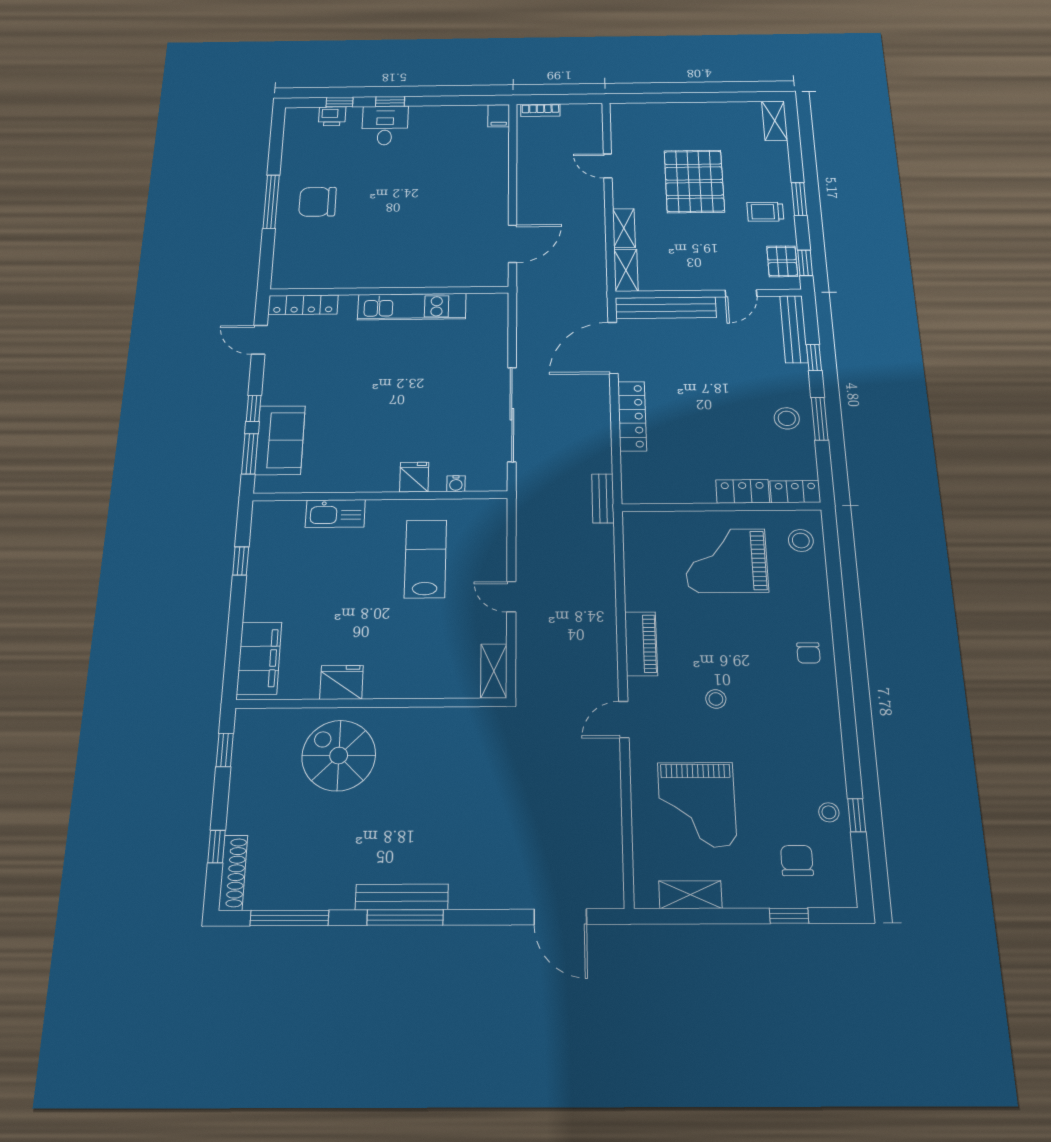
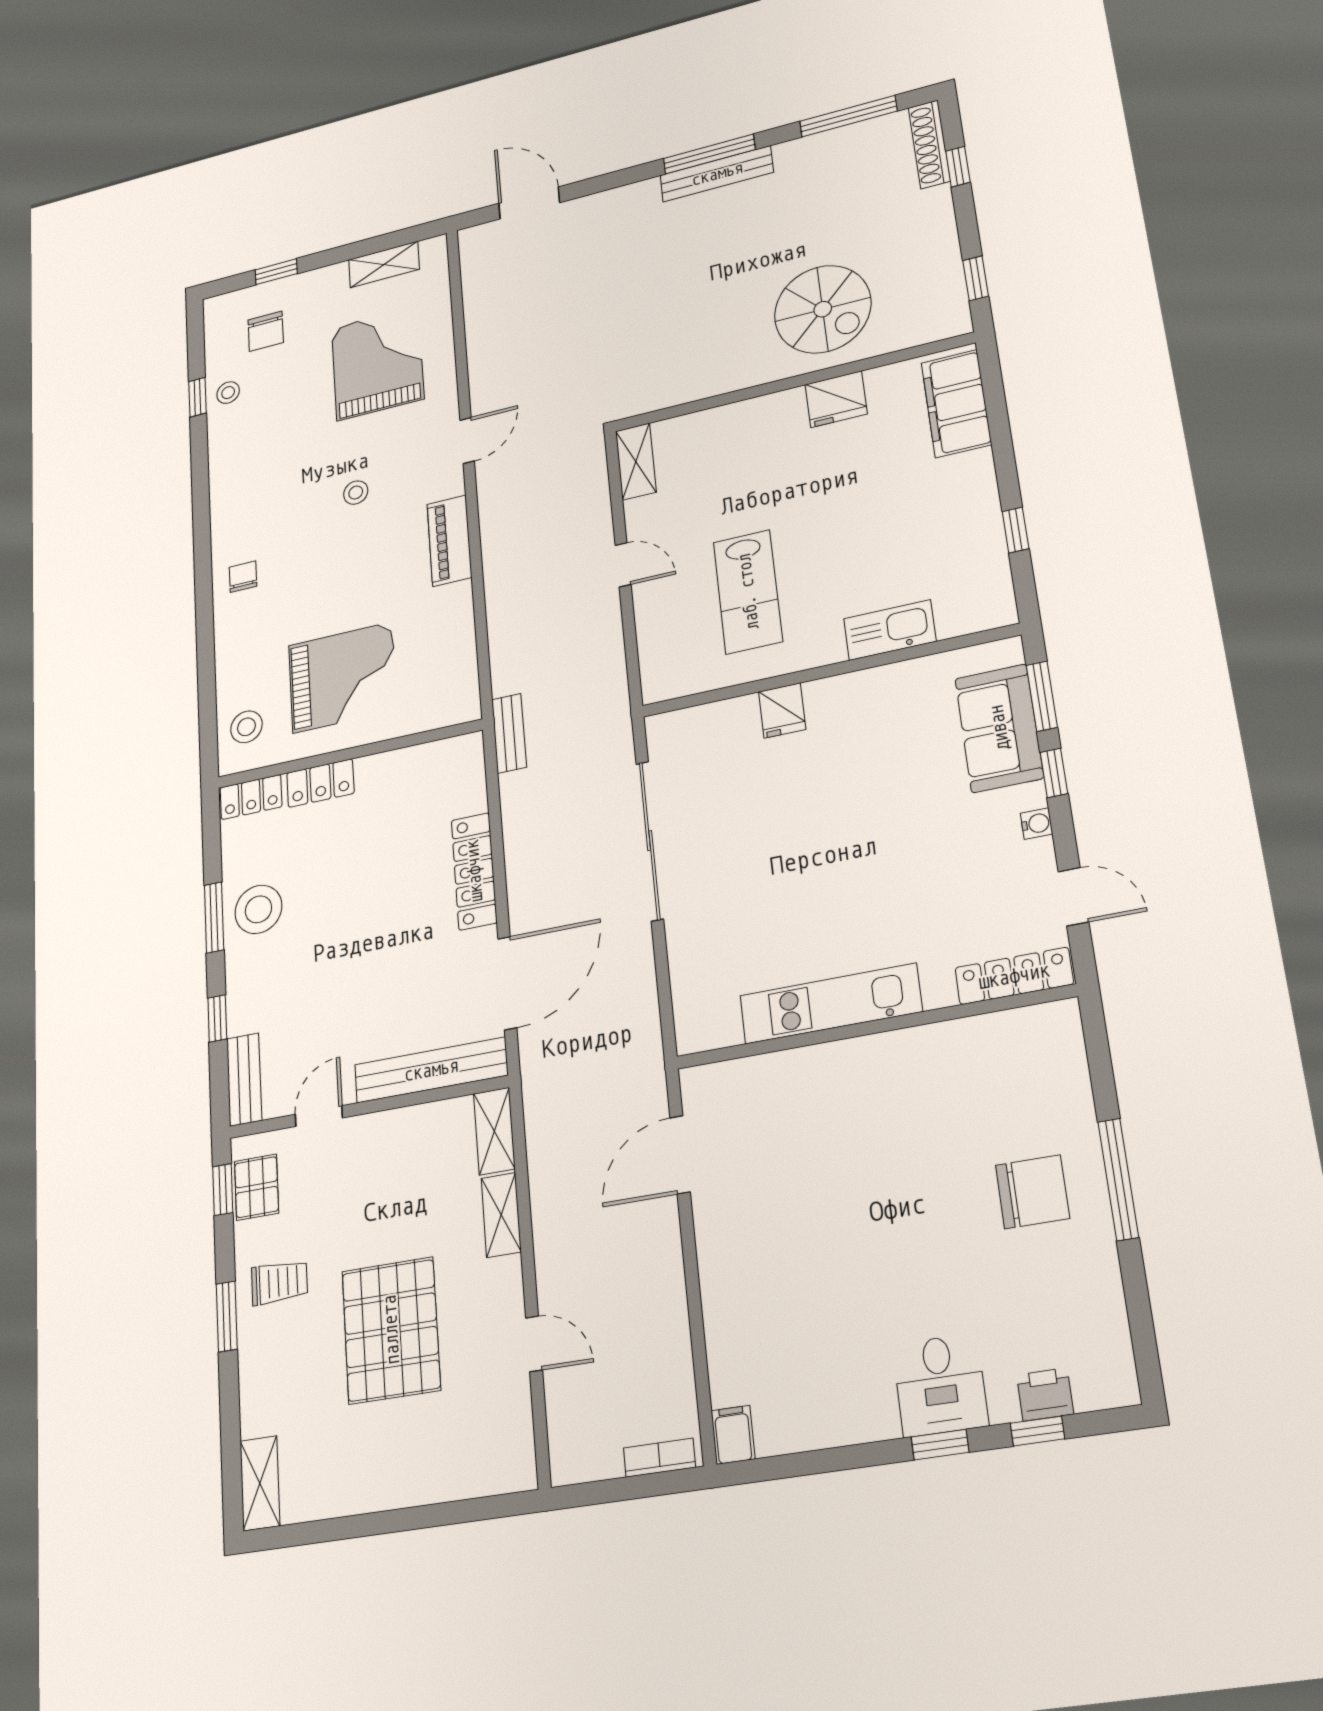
bench: (794, 329) -> (244, 1079), width x0.73
stool: (787, 418) -> (258, 909), width x1.38, depth x1.38
water cooler: (456, 484) -> (1037, 824), moved, turned 90

